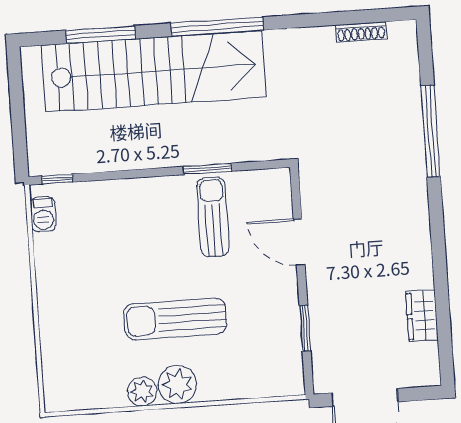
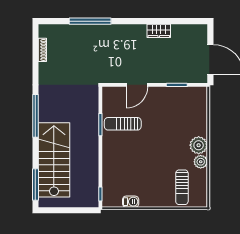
window: (101, 35) -> (35, 184), moved
stairs: (154, 71) -> (54, 160), width x0.73
barbecue: (43, 214) -> (131, 202), moved
wardrobe: (422, 316) -> (159, 31), moved
sun lounger: (175, 319) -> (182, 187), moved, width x0.73, depth x0.75

